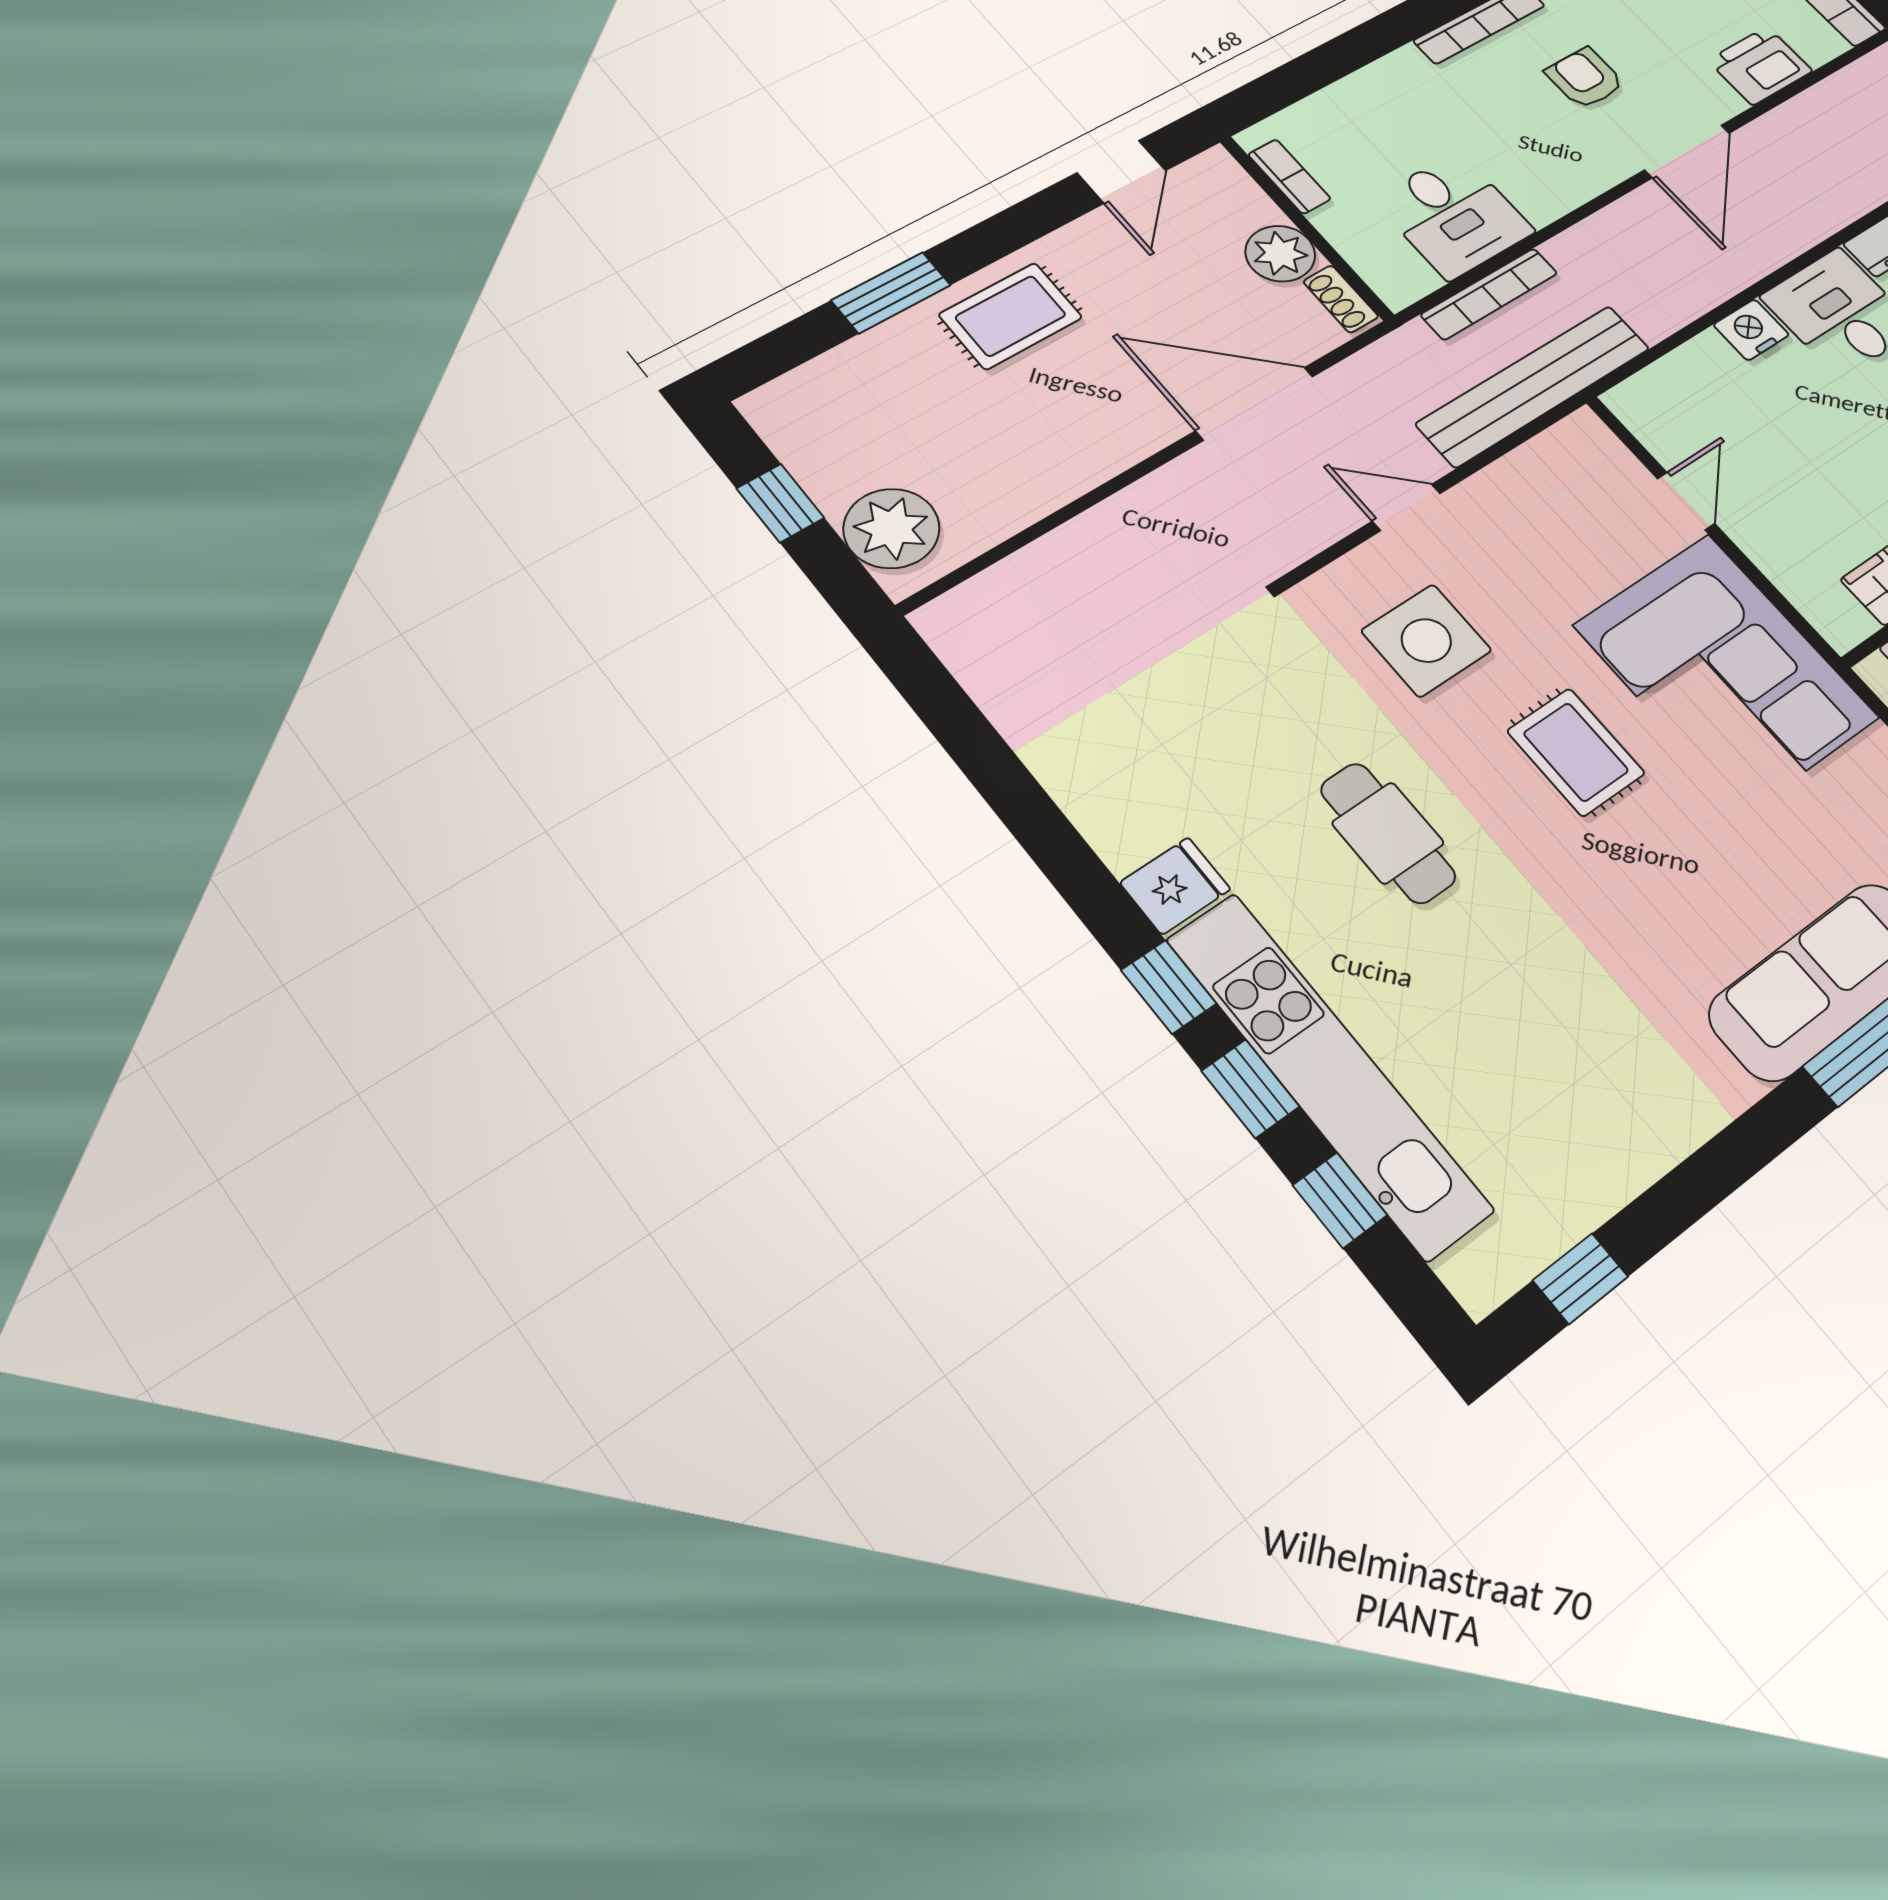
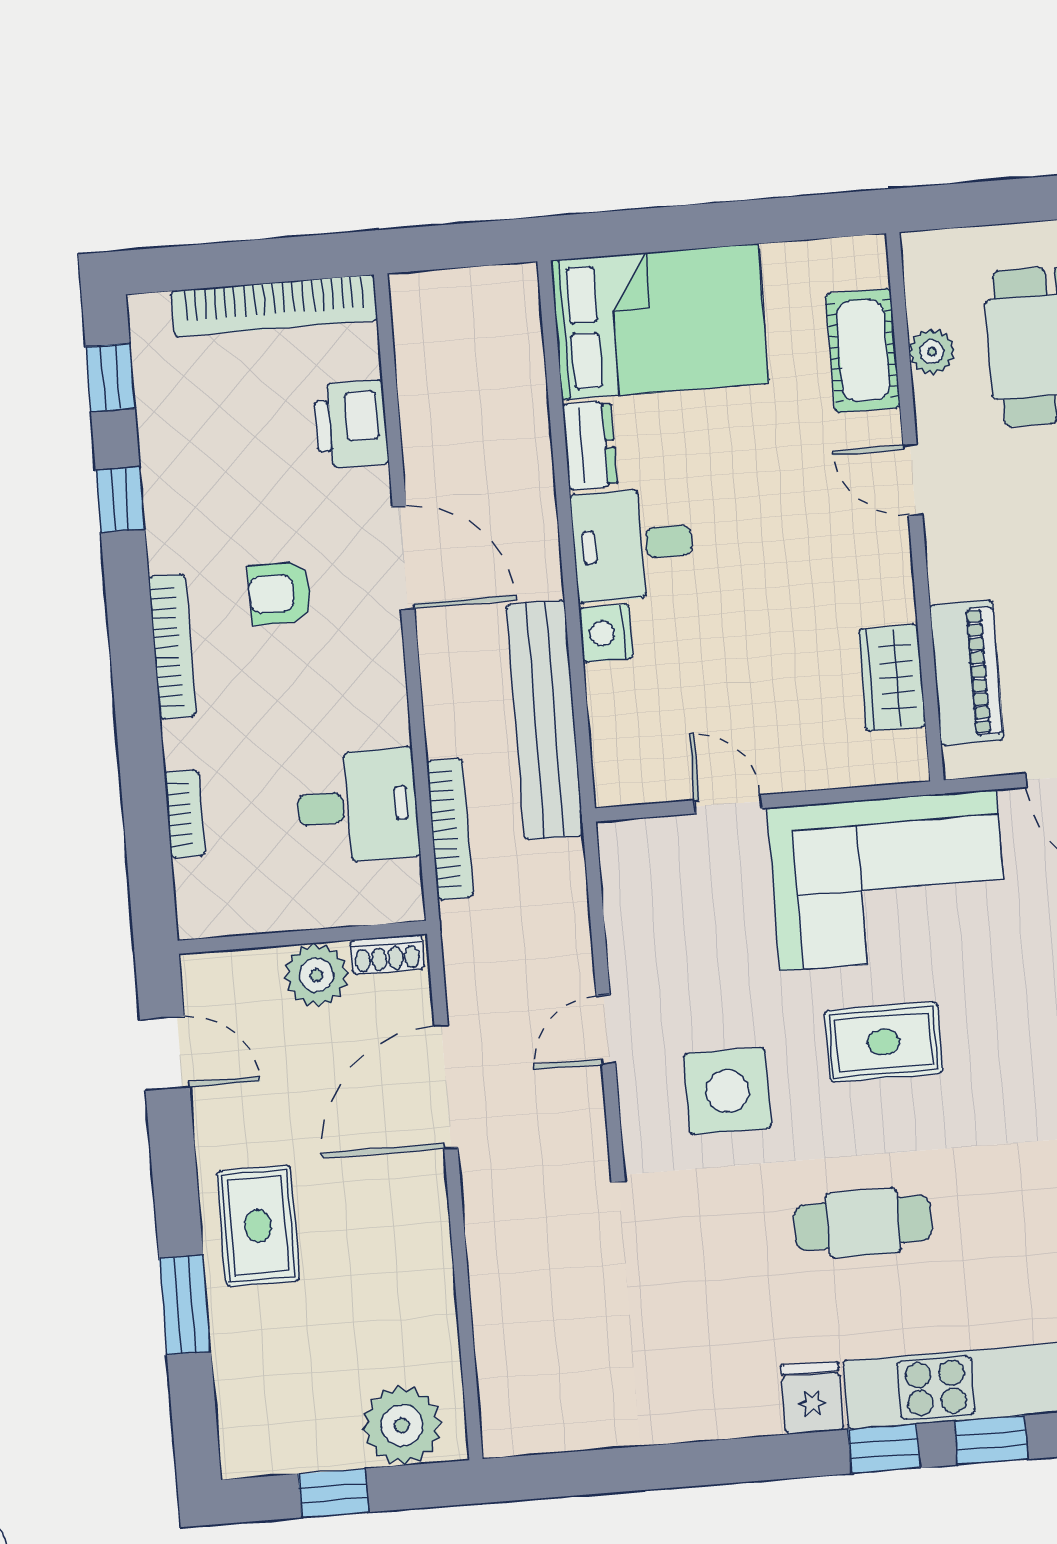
bookcase: (1289, 177) -> (185, 814), moved, turned 90
bench: (1534, 386) -> (545, 720), moved

